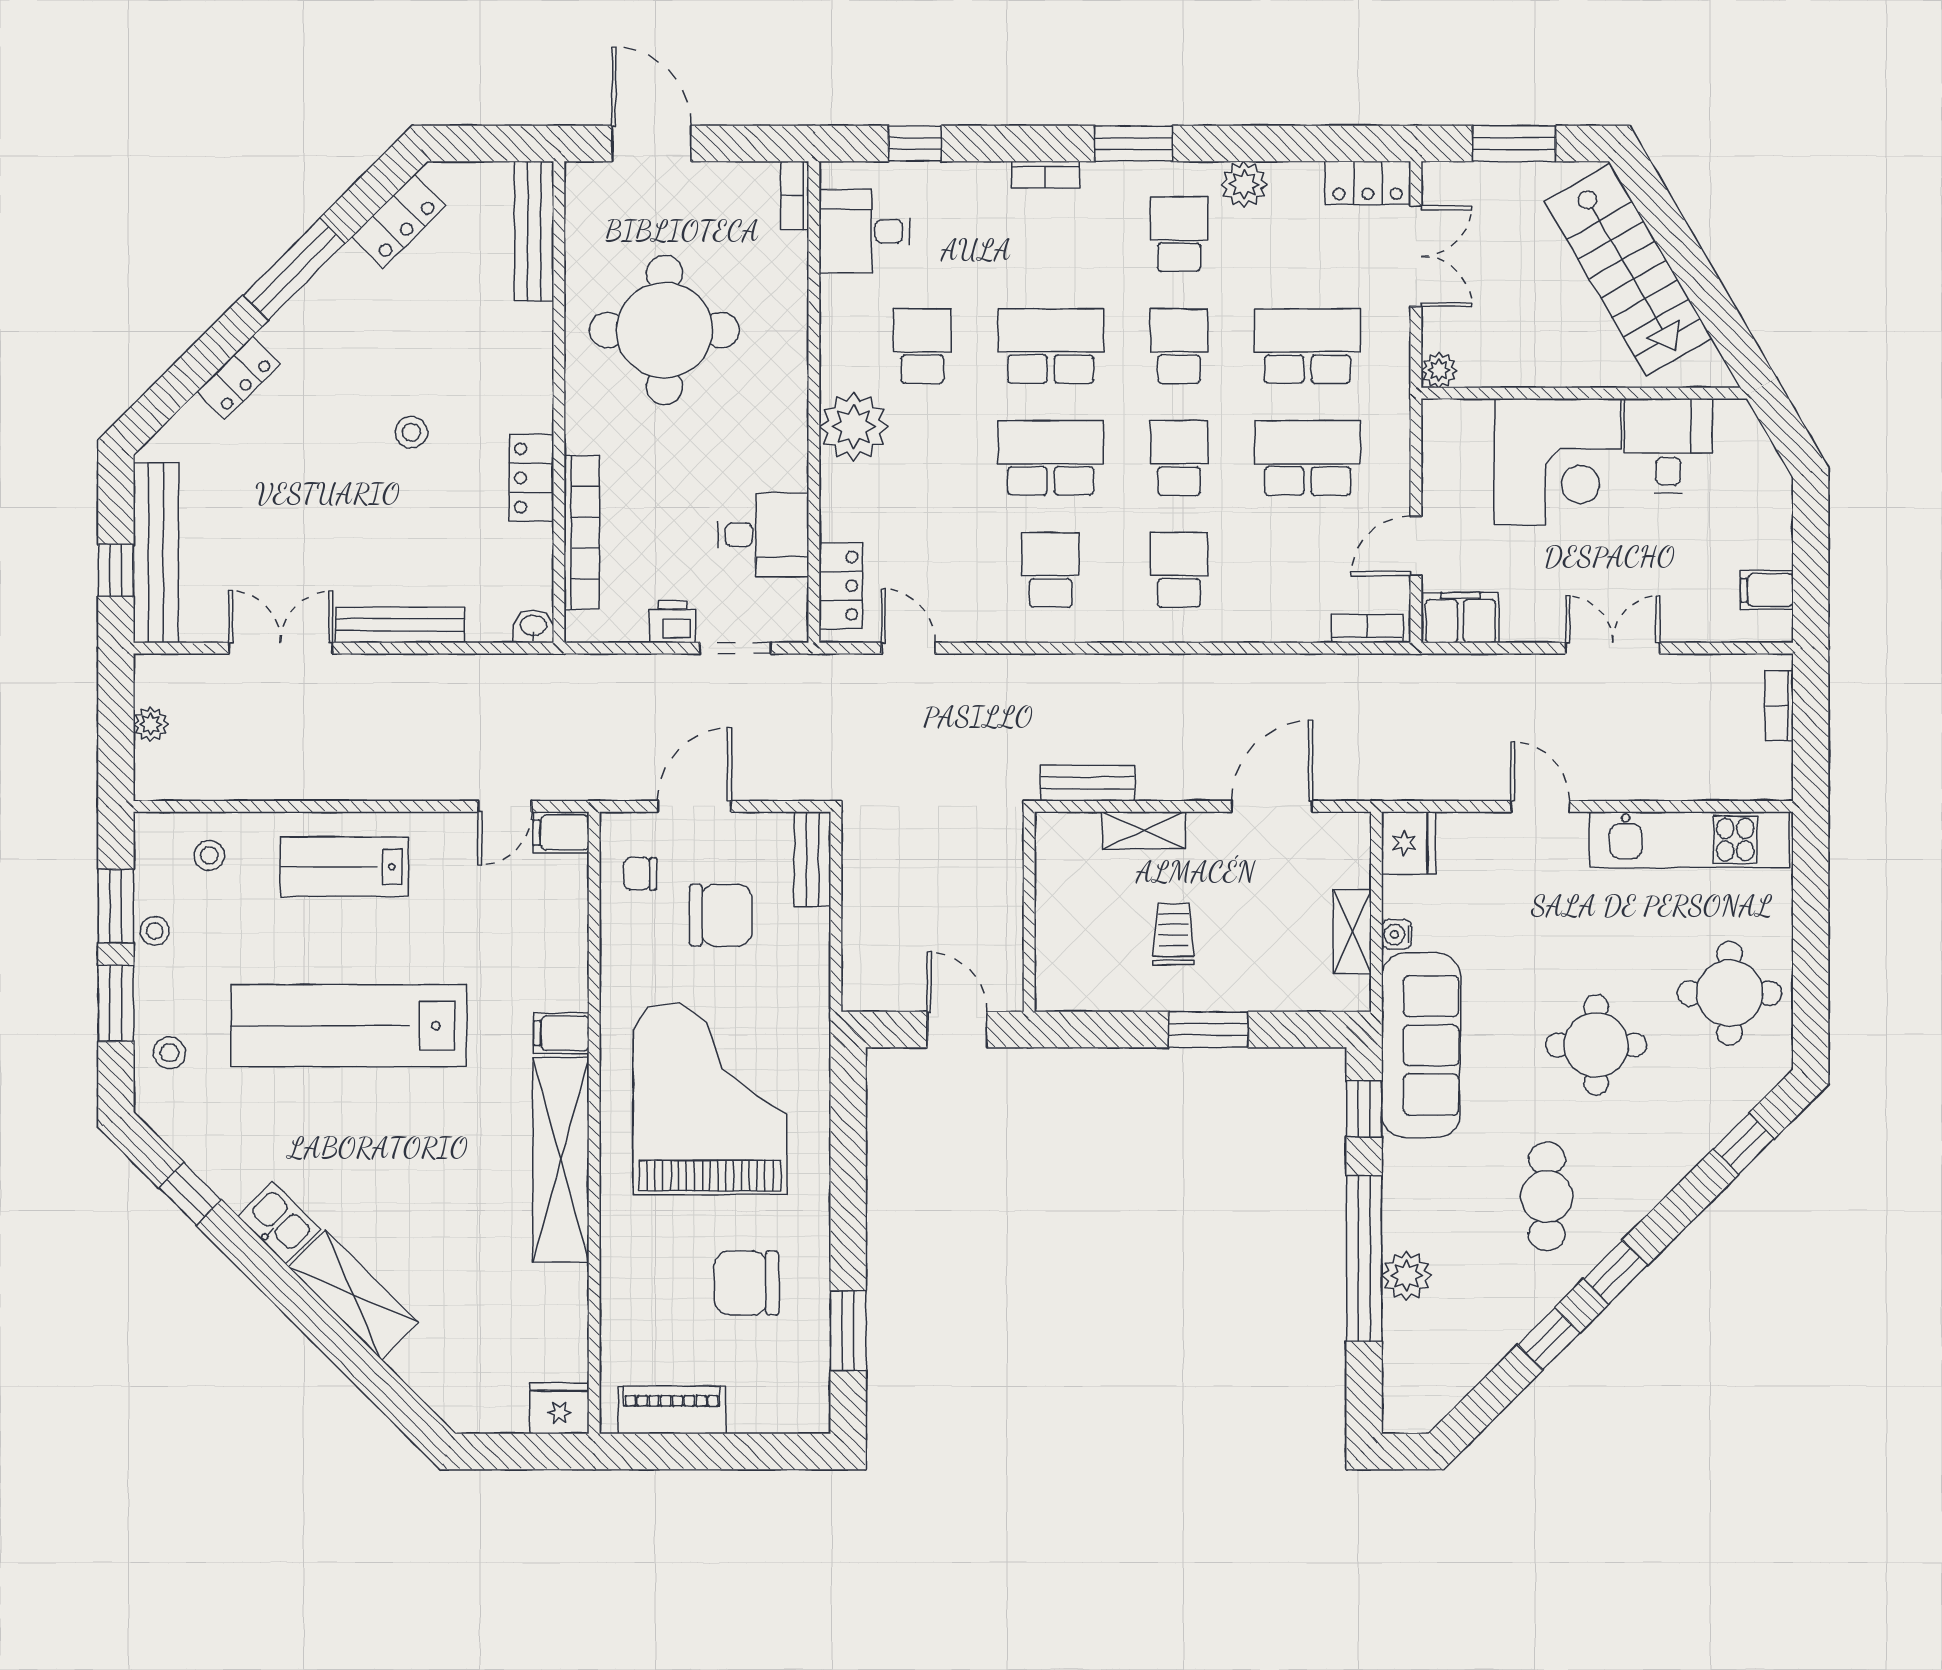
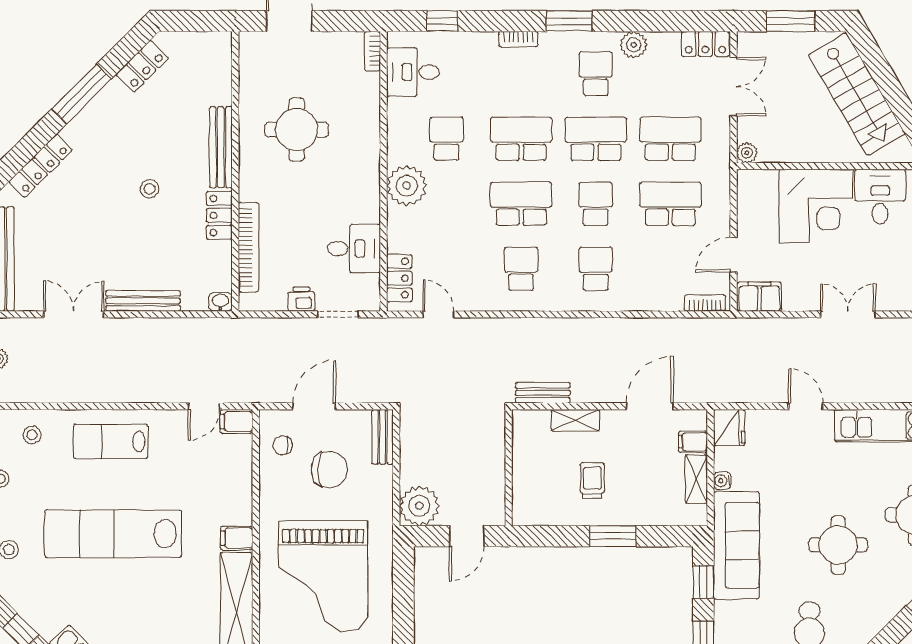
bench: (534, 231) -> (221, 147), moved
round table: (664, 330) -> (297, 130), width x0.73, depth x0.73
school desk: (1179, 346) -> (596, 139), width x1.85
locker: (239, 378) -> (41, 166), width x1.53
filing cabinet: (1346, 867) -> (693, 442), added
plant: (876, 978) -> (419, 506), added
door: (957, 1030) -> (467, 536), swing flipped
grand piano: (710, 1099) -> (323, 576), turned 180

